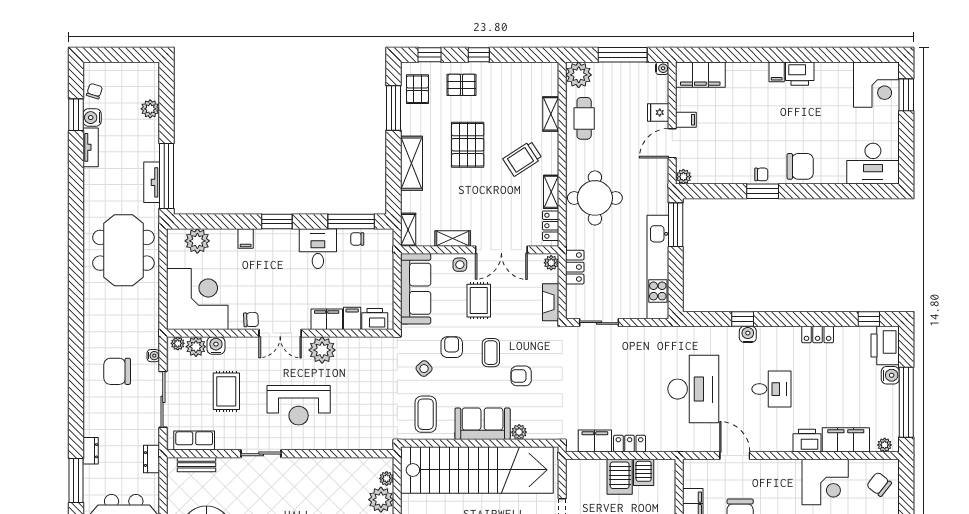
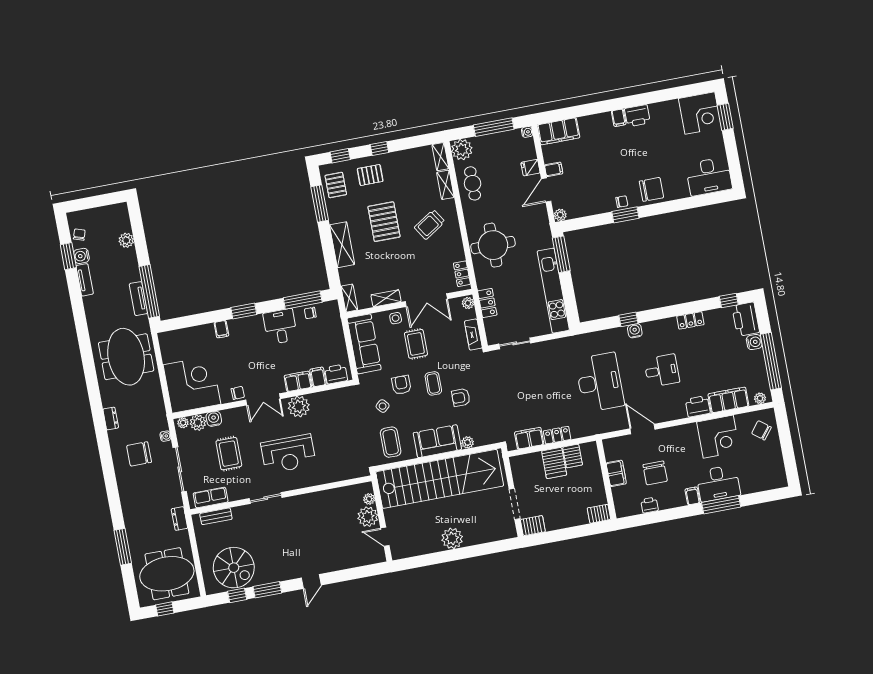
shelving: (551, 192) -> (440, 157), moved
plant: (197, 241) -> (183, 338), removed
dresser: (91, 451) -> (111, 418), moved

